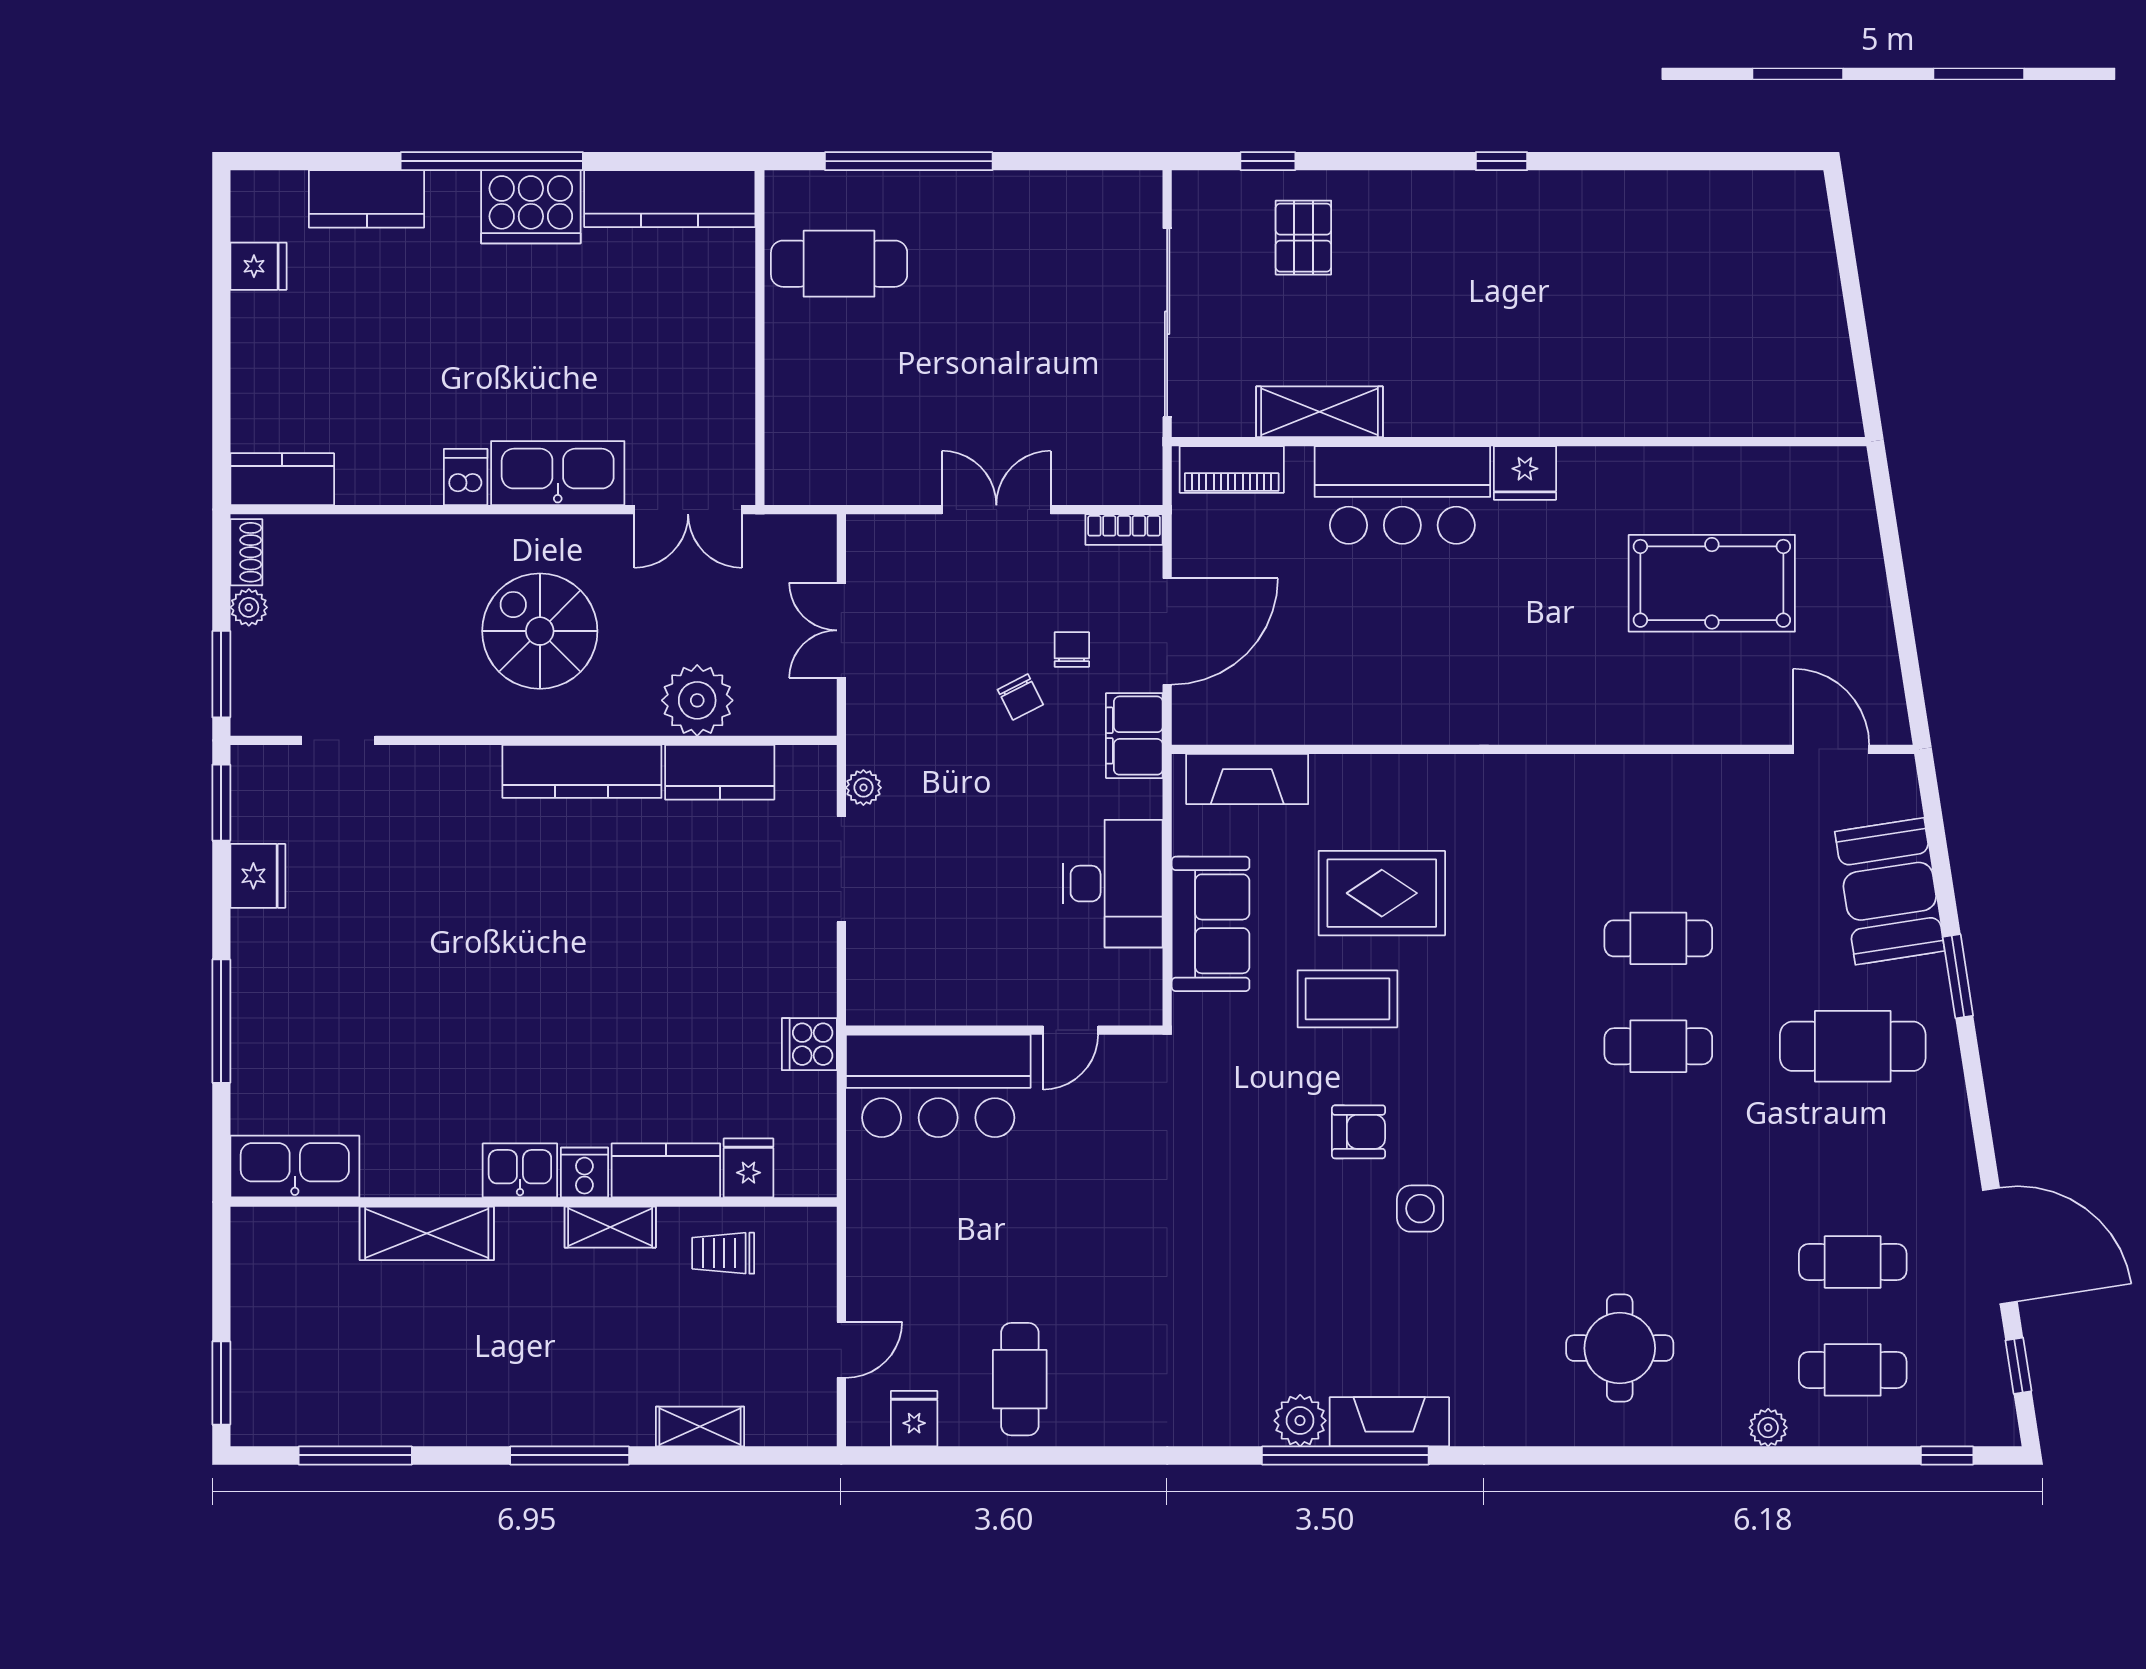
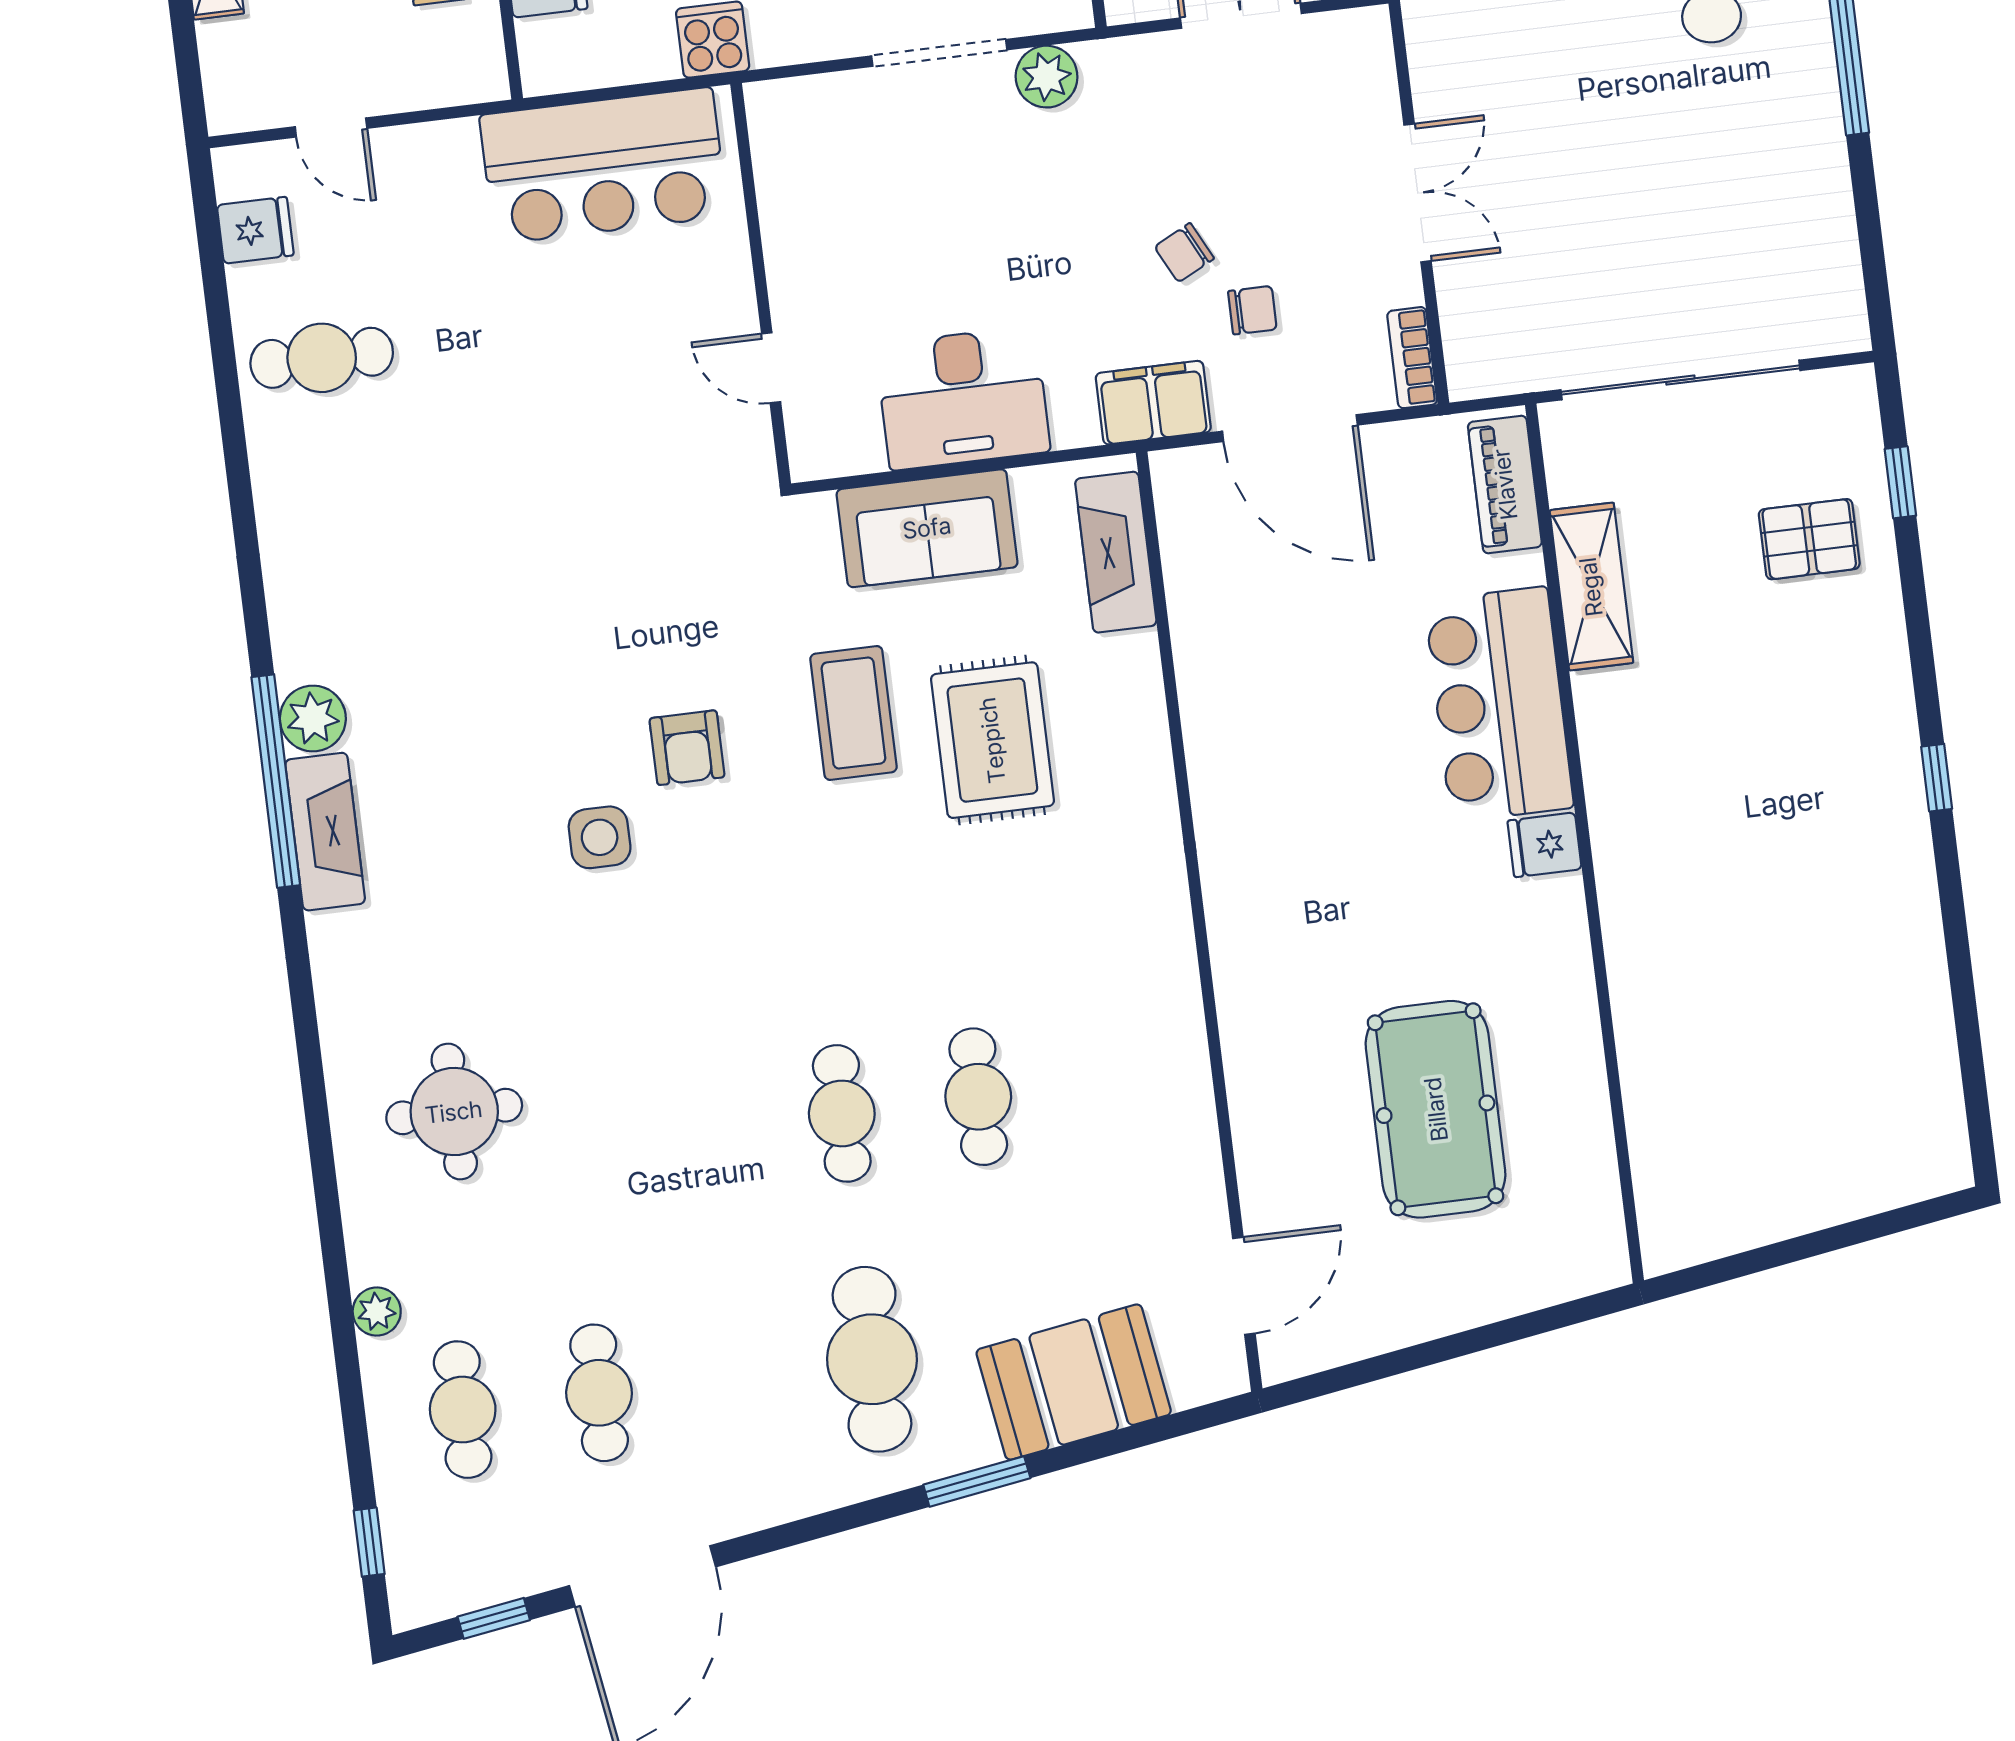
fridge: (1525, 473) -> (1545, 845), width x0.72
plant: (863, 788) -> (1047, 77), width x1.38, depth x1.38
bar counter: (938, 1086) -> (603, 166), moved, turned -90

